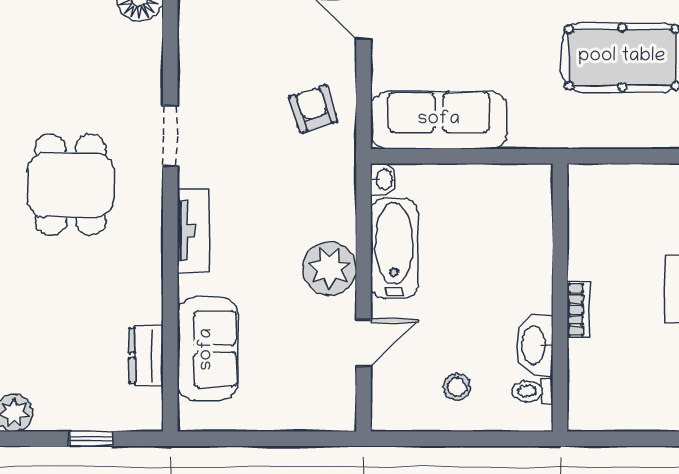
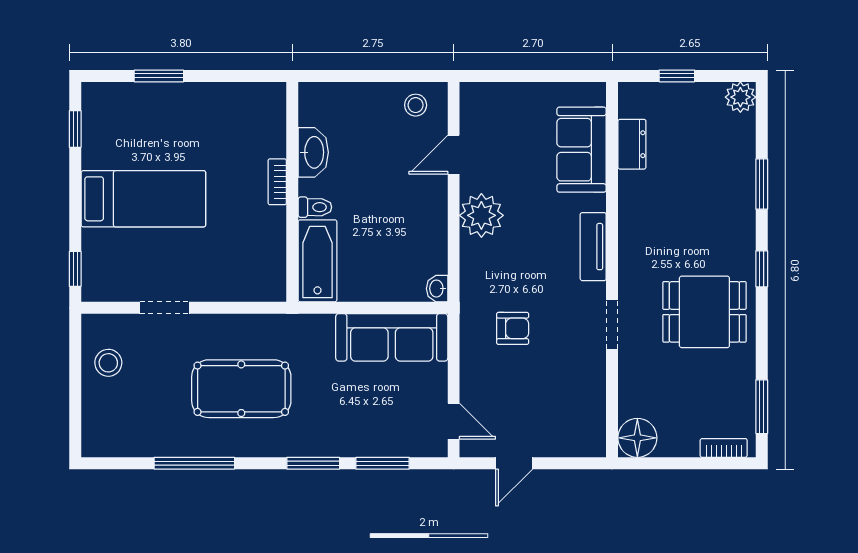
armchair: (313, 109) -> (513, 328), moved, turned -72
dining table: (71, 185) -> (704, 312), moved, turned 90
bathtub: (394, 249) -> (317, 261), moved, turned 180
stool: (457, 387) -> (416, 105), moved
toilet: (532, 391) -> (315, 207), moved

